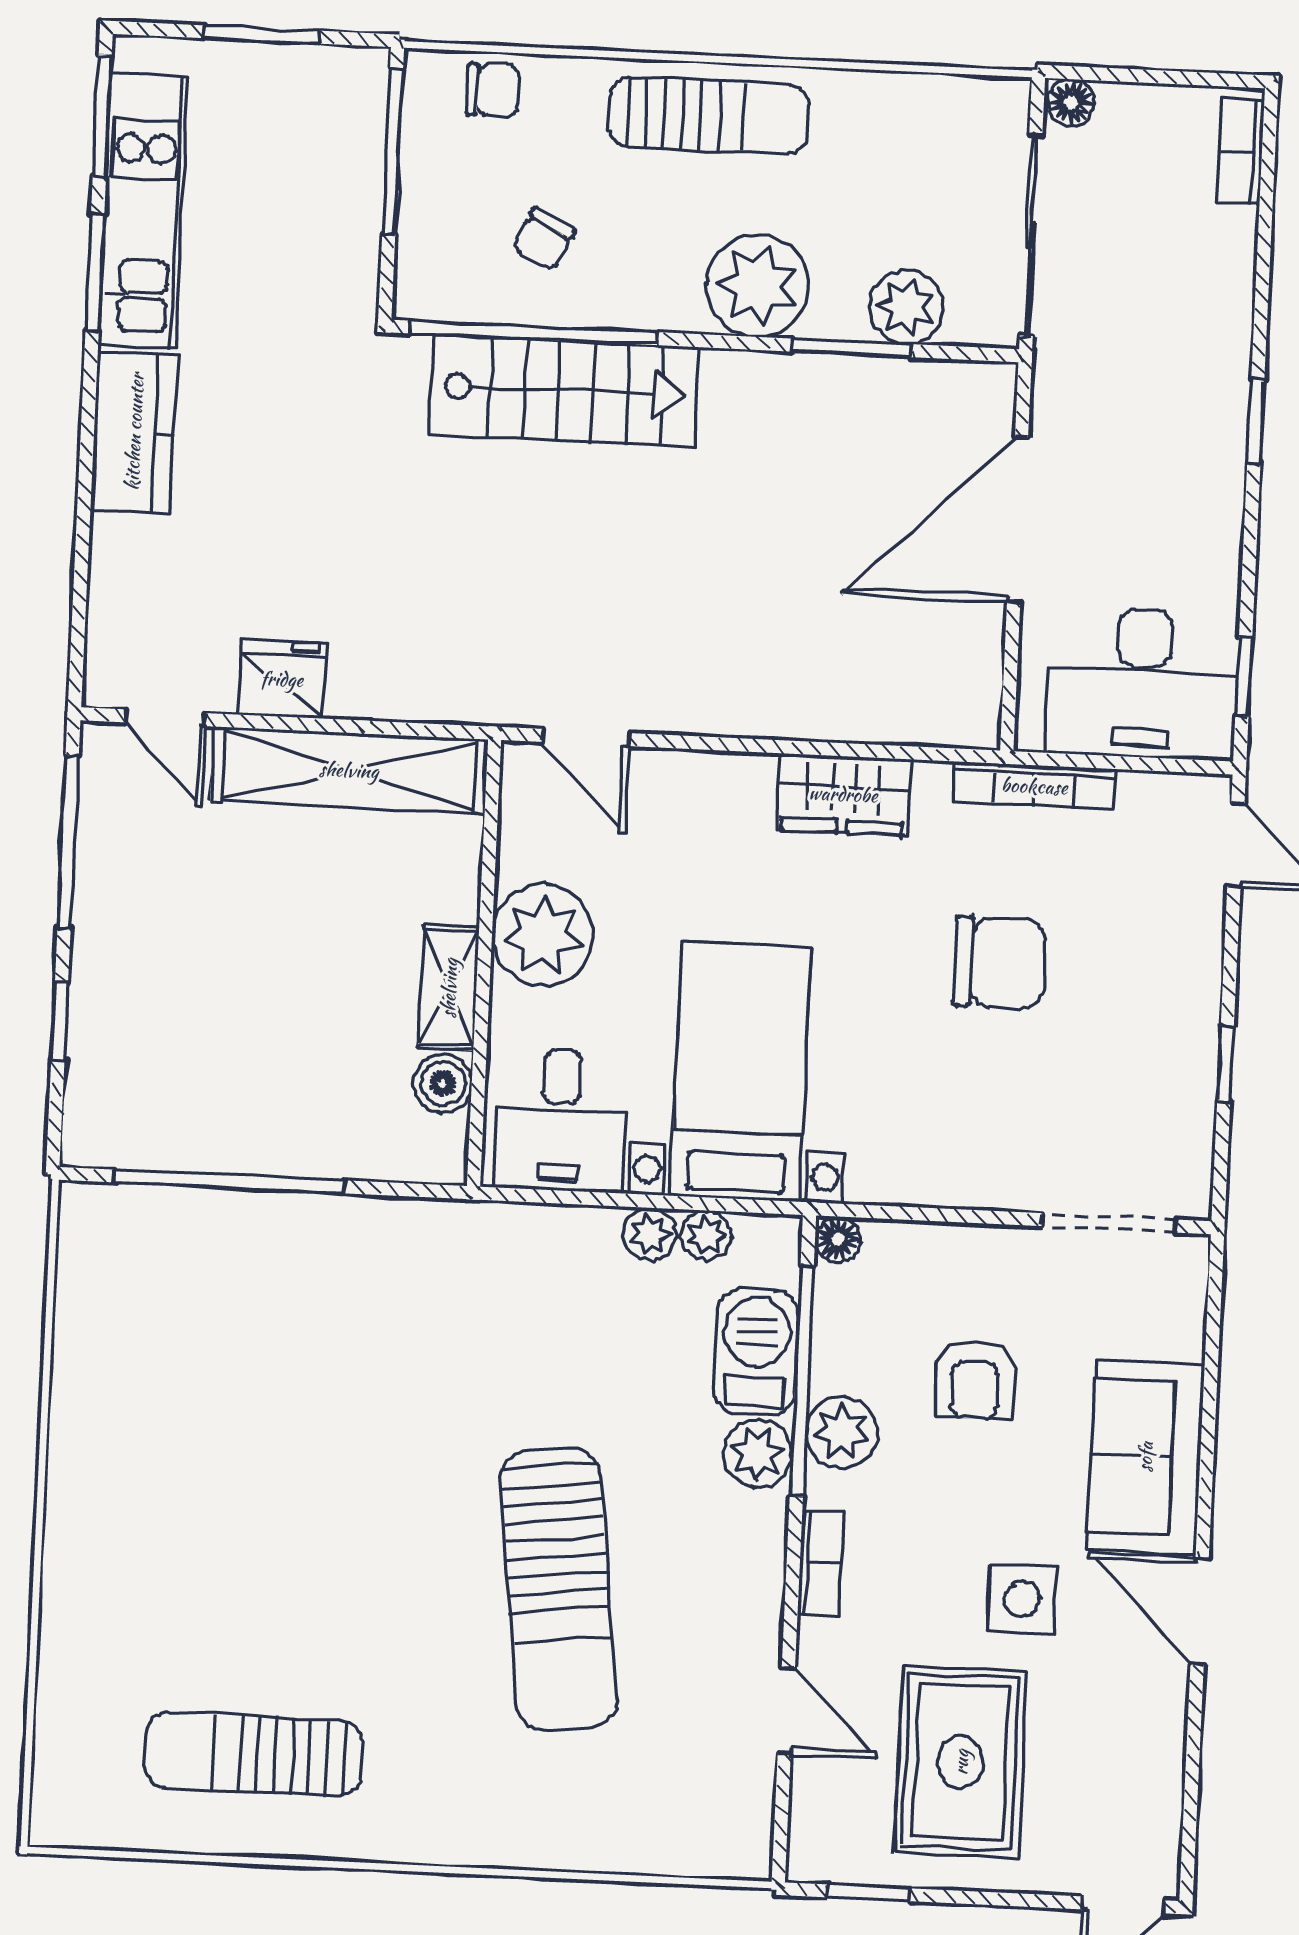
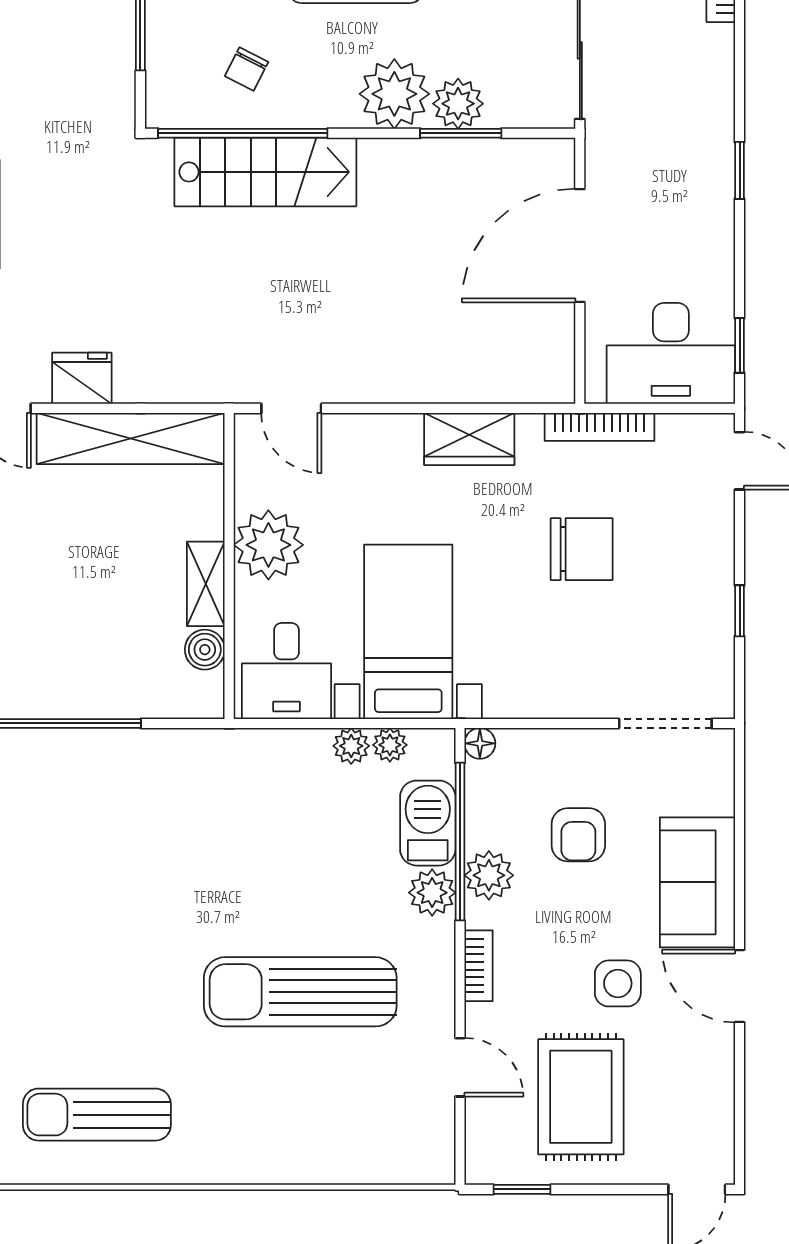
plant: (906, 307) -> (458, 104), moved
sun lounger: (558, 1589) -> (300, 992), turned 97

